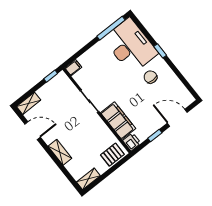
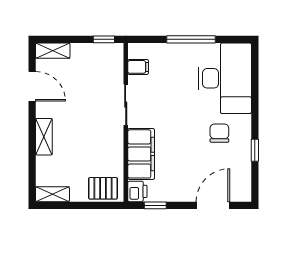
window: (111, 28) -> (191, 39), moved
window: (160, 51) -> (255, 150), moved
filing cabinet: (73, 68) -> (138, 67), moved
door: (177, 118) -> (213, 205), hinge flipped
window: (155, 136) -> (155, 205), moved

